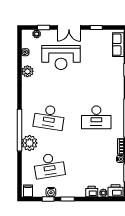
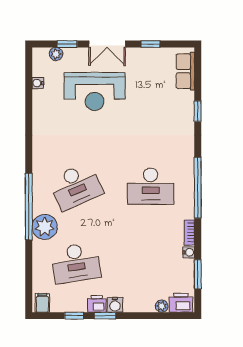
plant: (27, 71) -> (41, 113), removed
desk: (49, 117) -> (76, 186), turned -33
water cooler: (51, 192) -> (115, 305), moved
printer: (92, 192) -> (97, 304), moved

